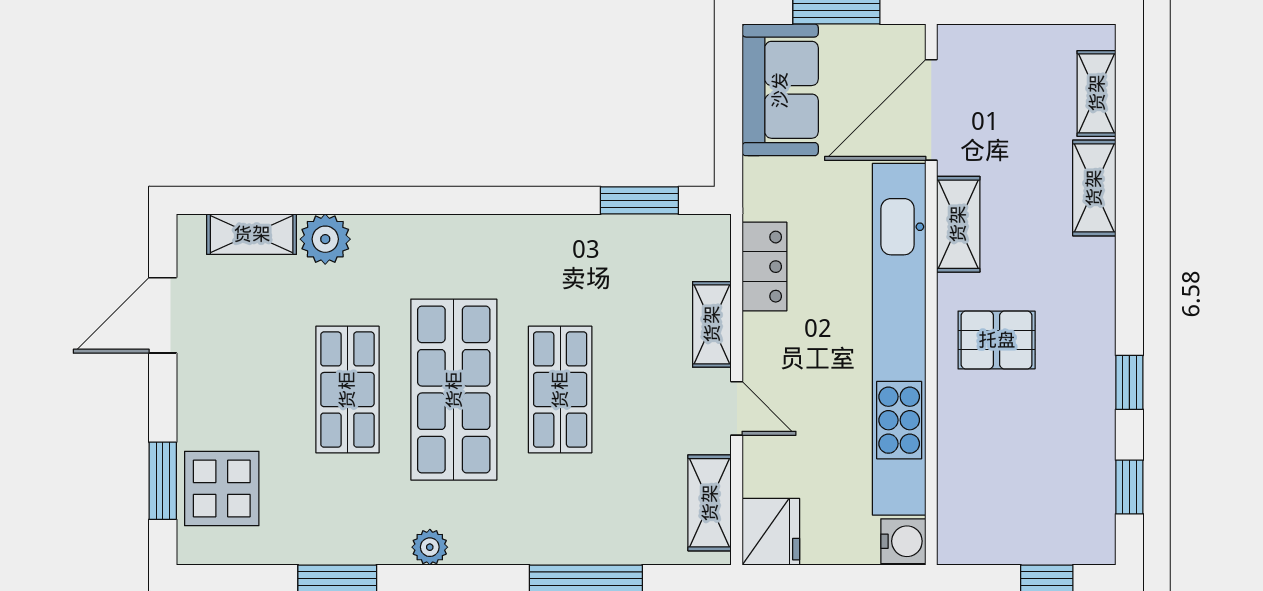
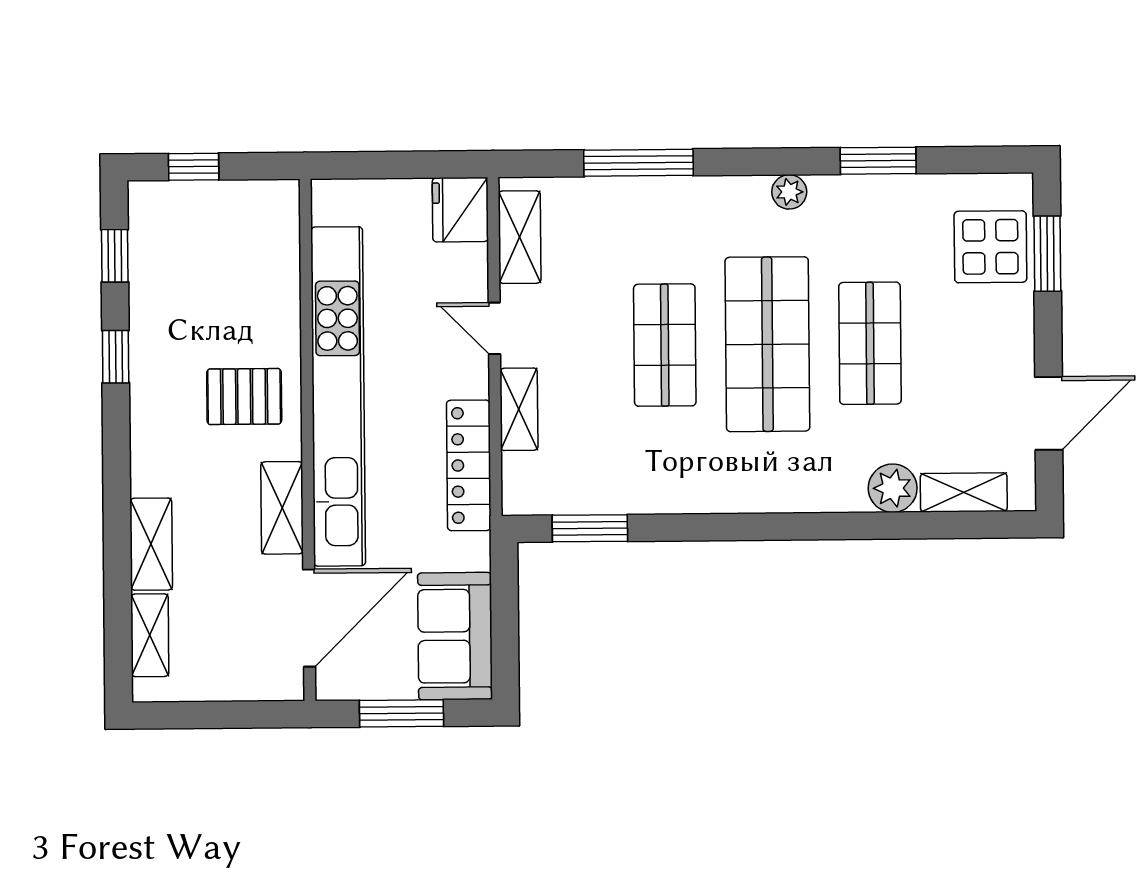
locker: (764, 267) -> (469, 465), width x1.53
water cooler: (903, 541) -> (332, 202), removed

